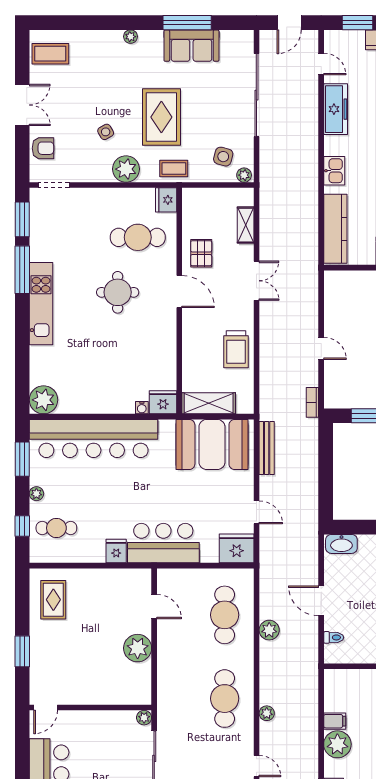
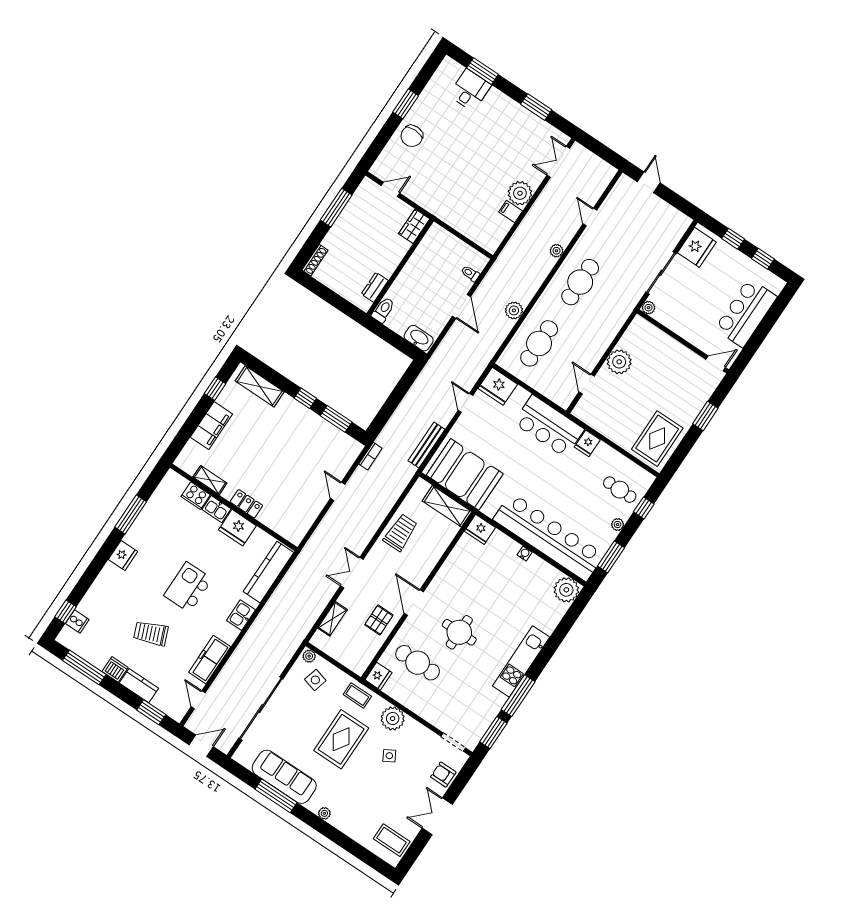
sofa: (191, 46) -> (284, 777), width x1.36
water cooler: (142, 408) -> (525, 554), moved
rug: (53, 600) -> (657, 439), width x1.36, depth x1.43

